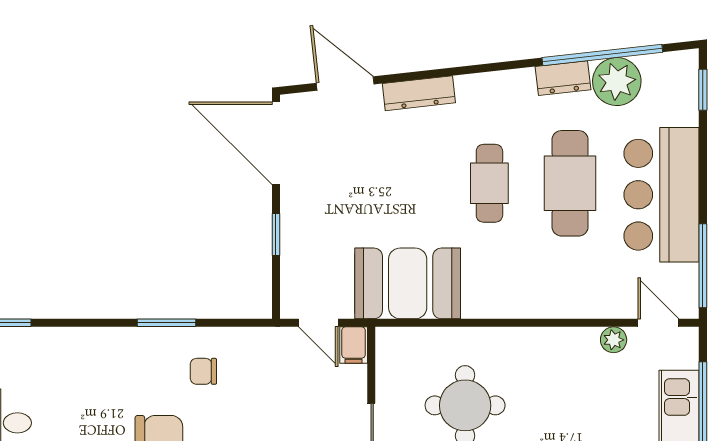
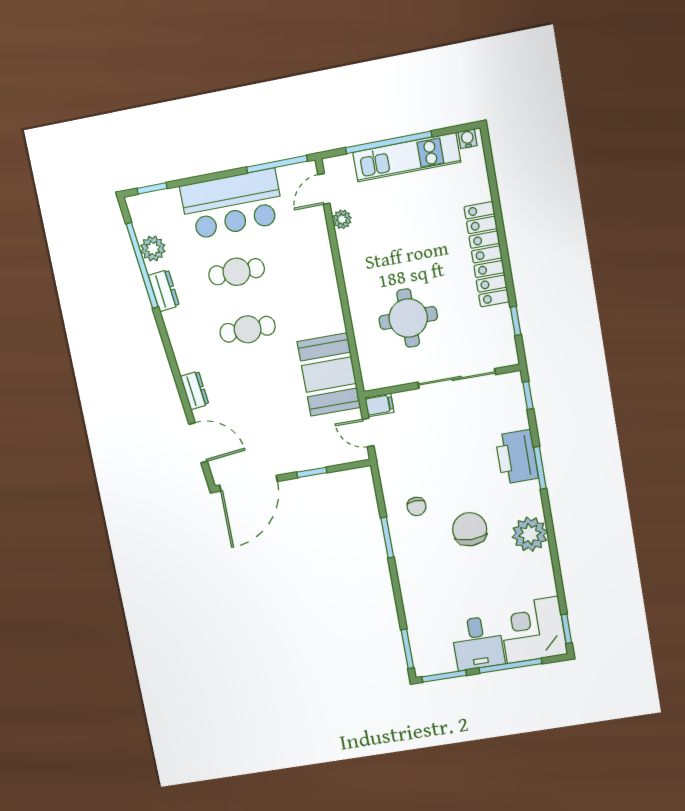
plant: (617, 82) -> (153, 249), width x0.73, depth x0.73
door: (345, 84) -> (198, 443), swing flipped
dresser: (419, 93) -> (195, 390), width x0.70
cafe table: (570, 183) -> (237, 272), width x0.73, depth x0.74
door: (318, 323) -> (368, 432), swing flipped

